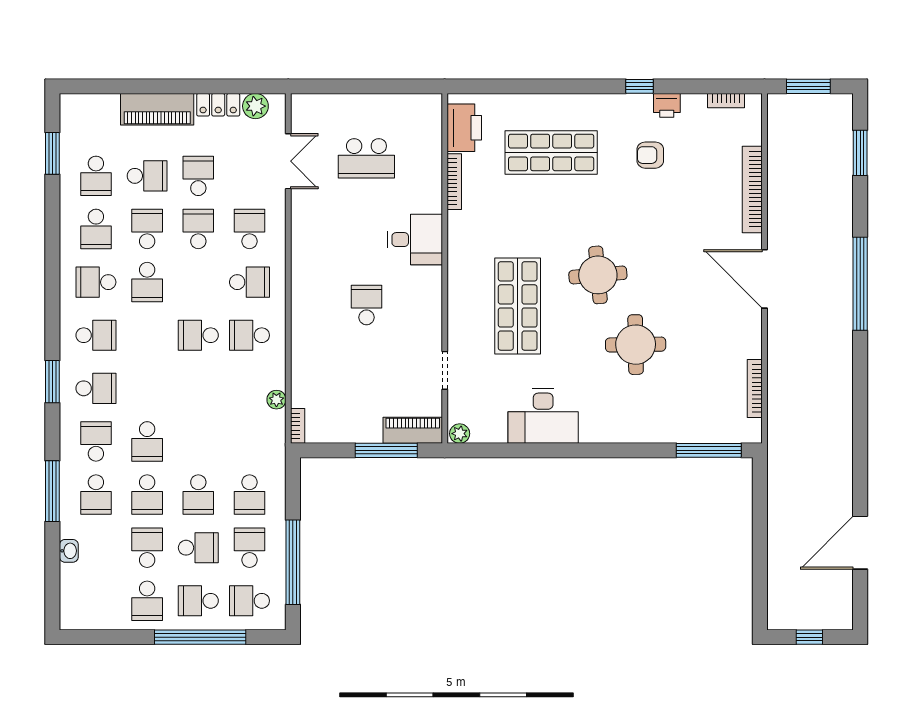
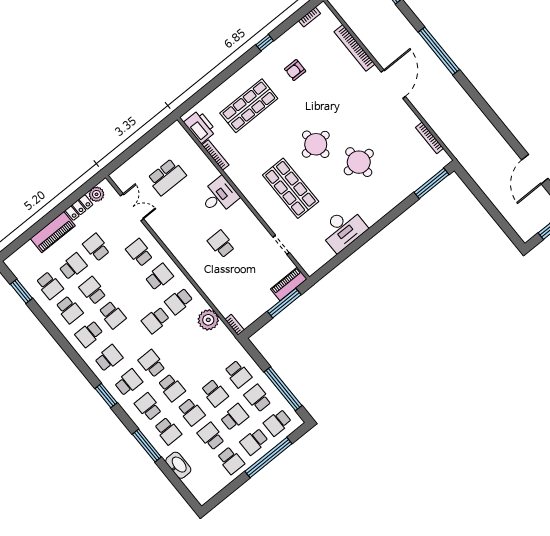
printer: (667, 105) -> (284, 41), removed
school desk: (198, 229) -> (152, 363), moved
door: (764, 279) -> (393, 84), swing flipped
plant: (276, 400) -> (208, 320), width x1.88, depth x1.88
plant: (460, 434) -> (311, 268), removed
washbasin: (69, 551) -> (178, 465), width x1.91, depth x1.45

